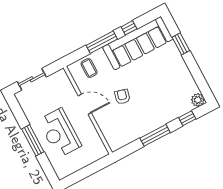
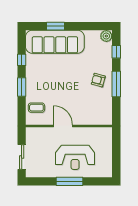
window: (102, 42) -> (22, 87), width x0.69
sofa: (138, 43) -> (55, 42), moved, turned 90
armchair: (122, 97) -> (98, 80), moved
door: (85, 104) -> (63, 126), hinge flipped

